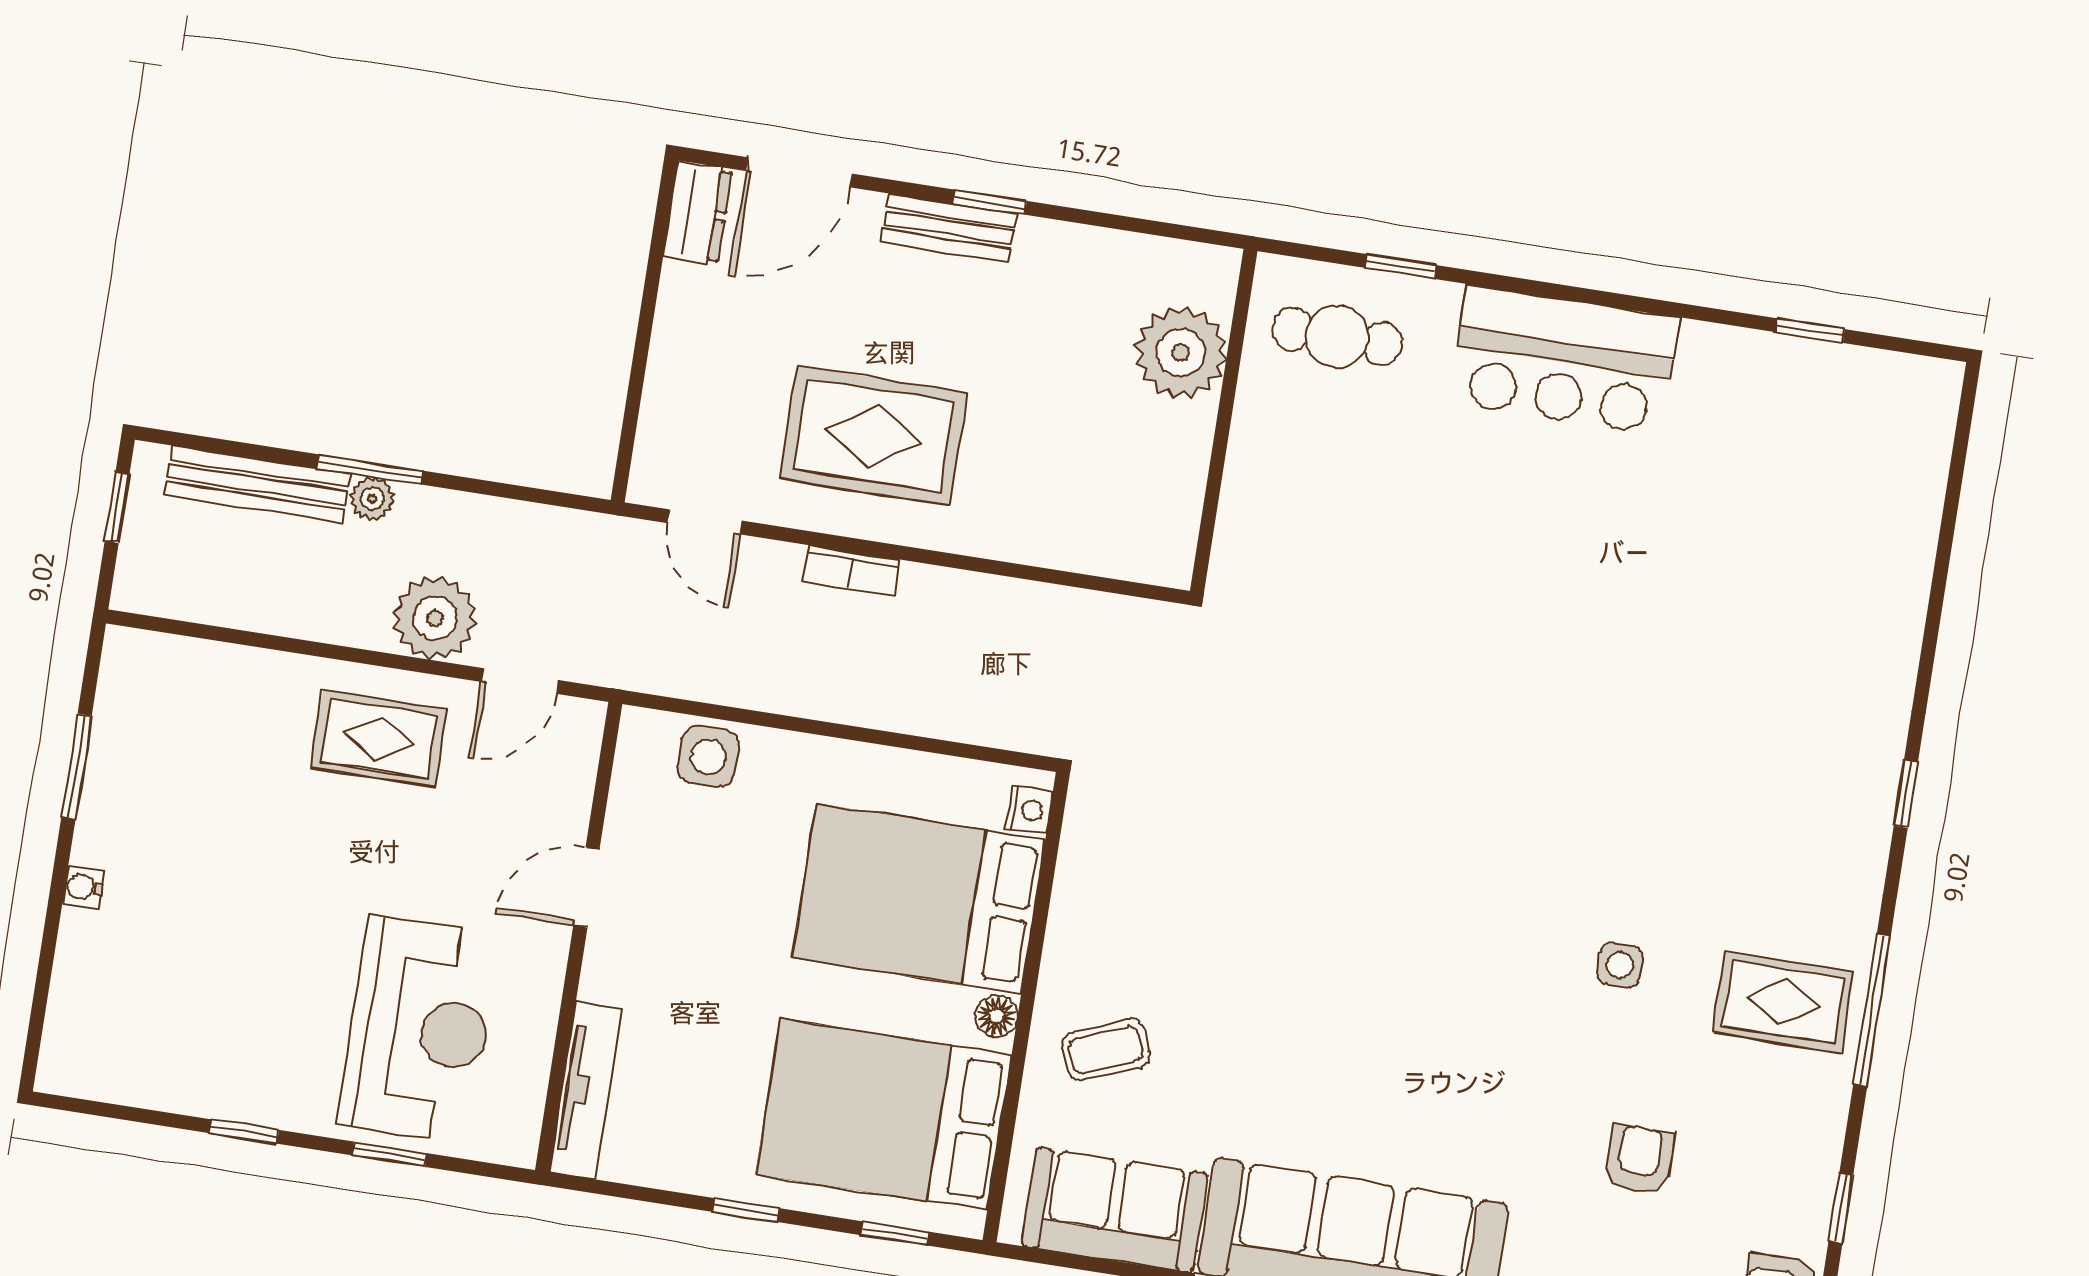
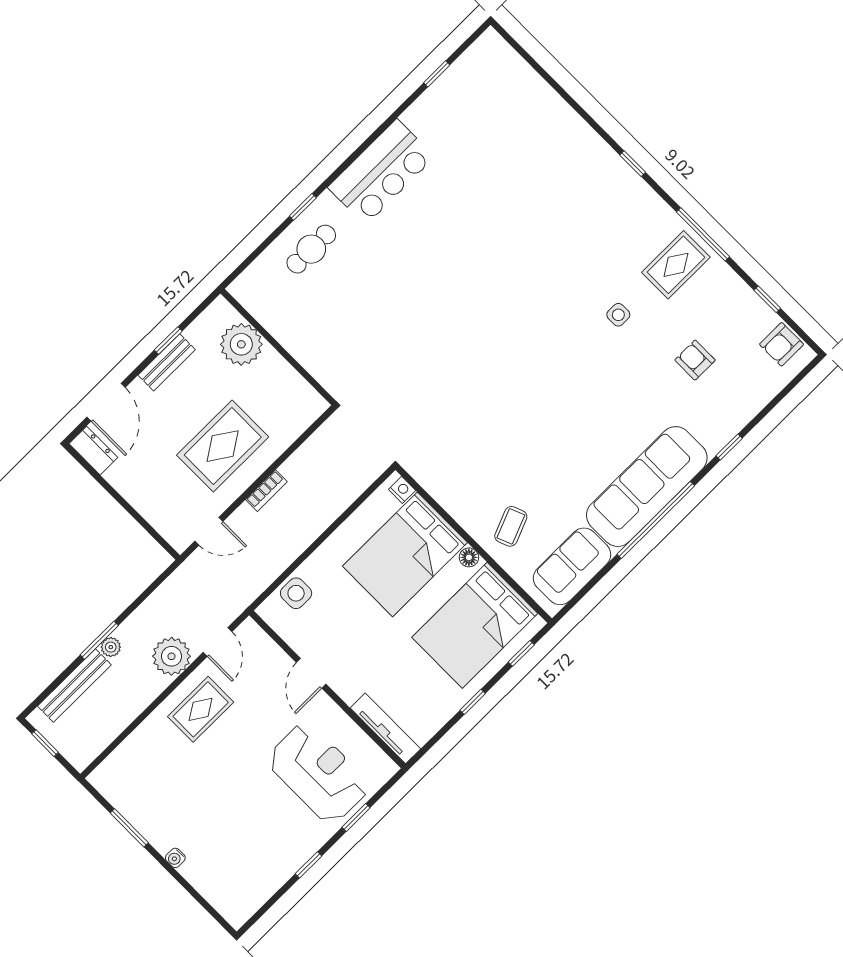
plant: (1181, 352) -> (241, 344), moved
wall: (1224, 421) -> (278, 347), moved

